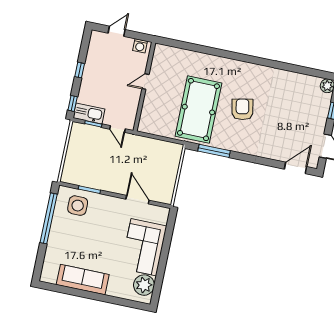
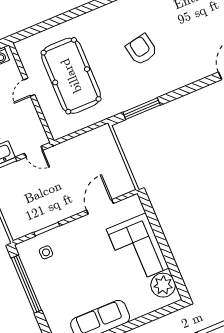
pool table: (198, 110) -> (71, 76), moved
door: (137, 200) -> (100, 207), hinge flipped
side table: (78, 206) -> (46, 252), width x0.54, depth x0.54

